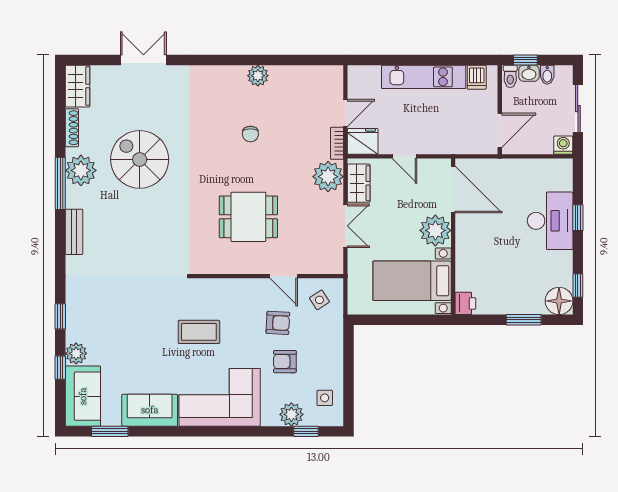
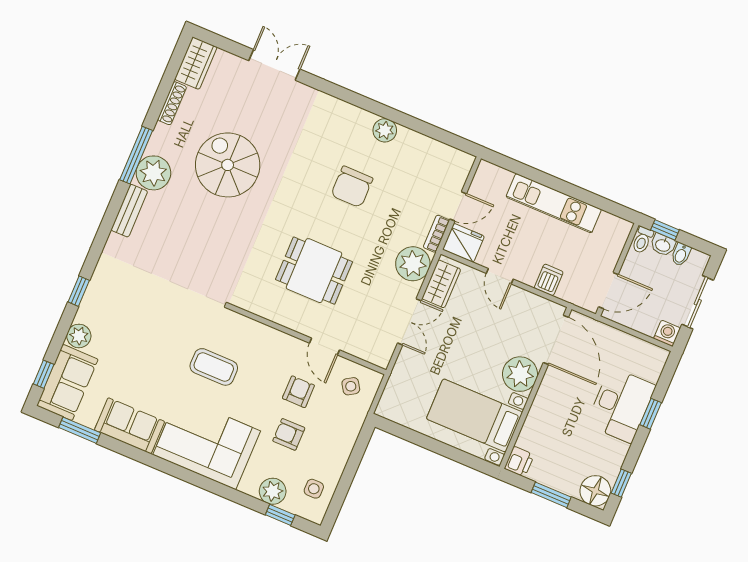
dishwasher: (477, 77) -> (549, 280), moved, turned 180
chair: (250, 134) -> (352, 187), width x1.87, depth x1.87
plant: (81, 170) -> (153, 173), moved
door: (453, 190) -> (556, 340), moved
plant: (435, 230) -> (520, 374), moved
wall: (453, 237) -> (536, 388), moved
bed with nightstands: (412, 281) -> (474, 415), moved
printer: (465, 303) -> (519, 462), moved
armchair: (278, 323) -> (298, 392), turned -93
window: (60, 368) -> (44, 374), moved

